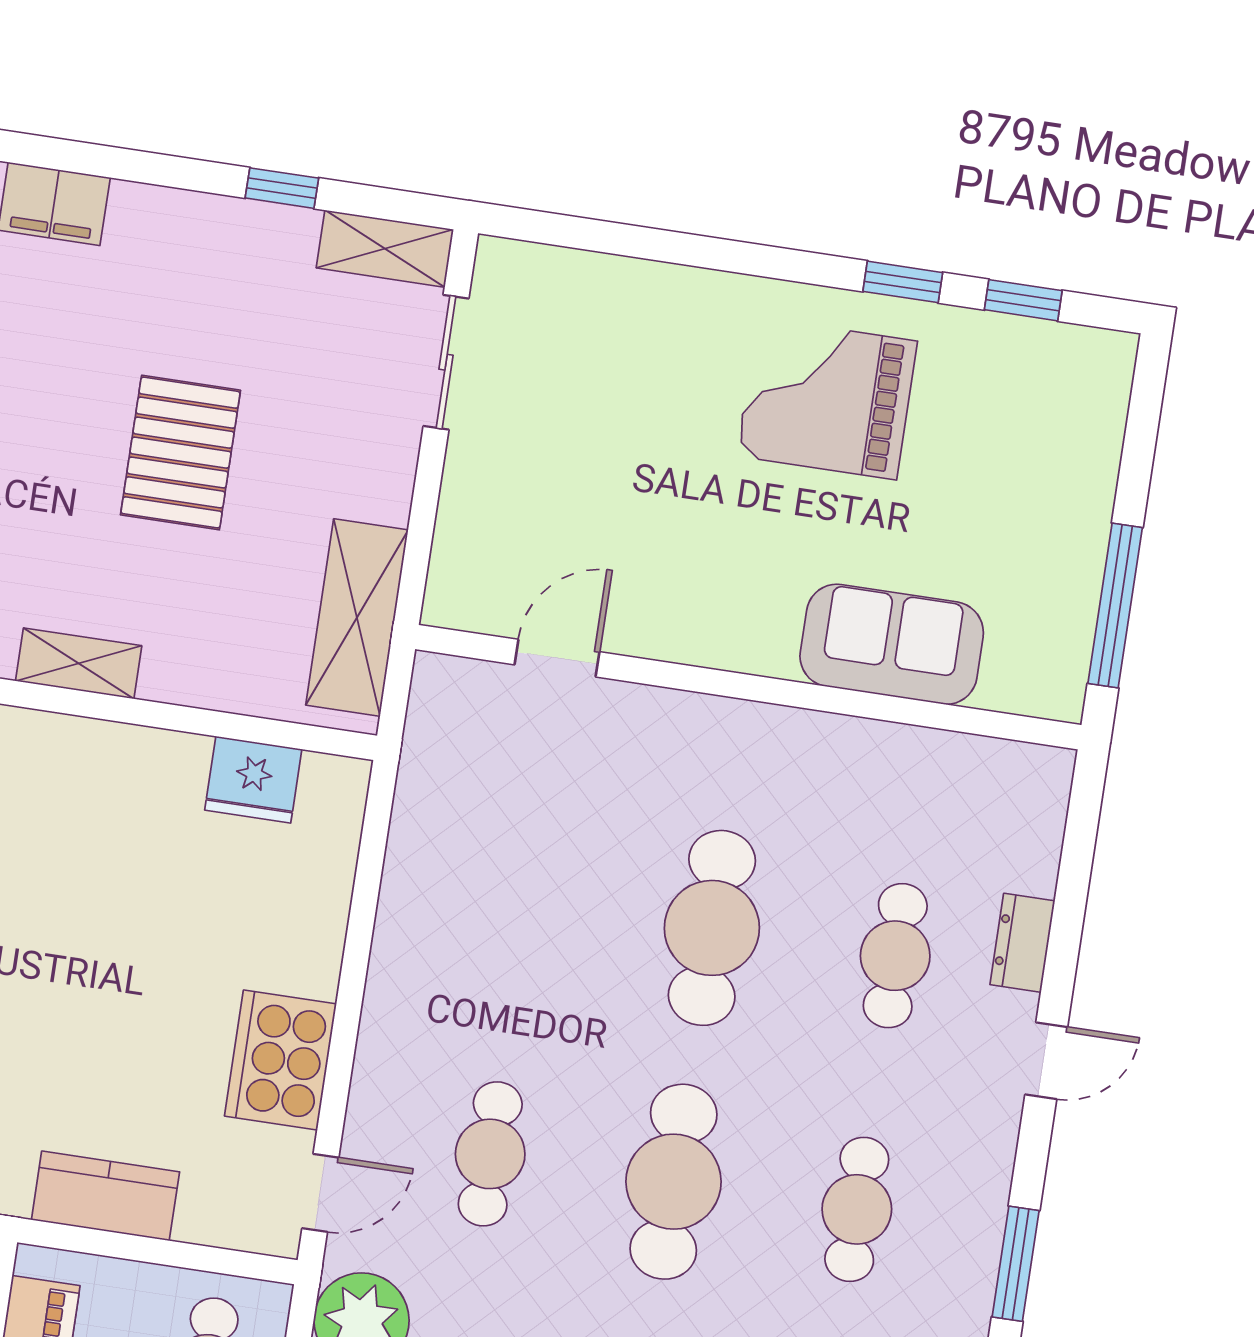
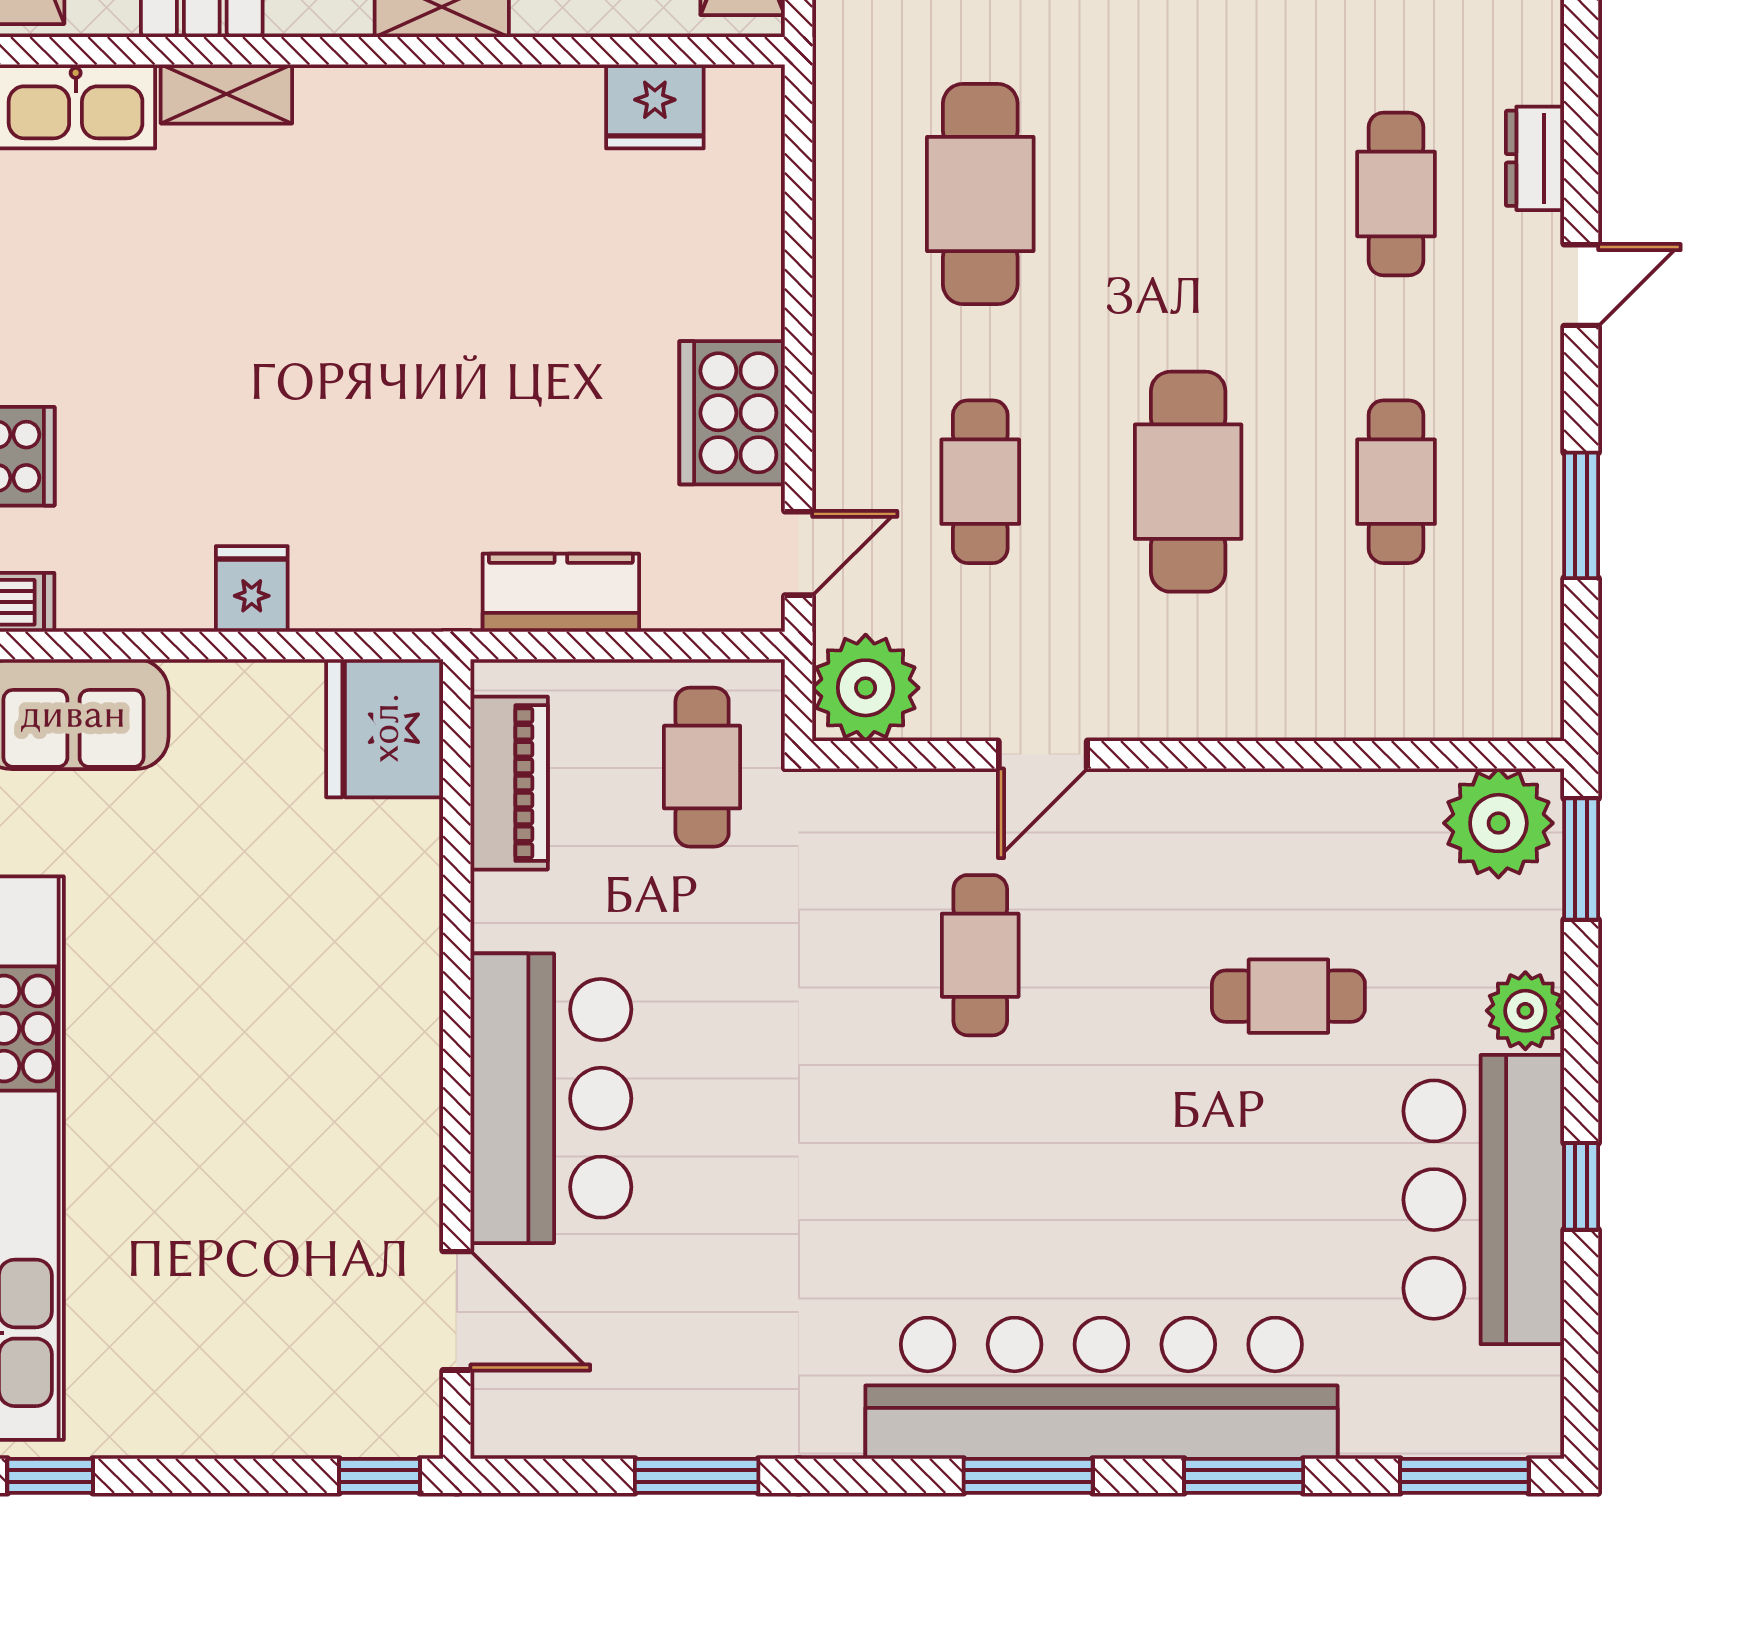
cafe table: (712, 928) -> (980, 194), moved

